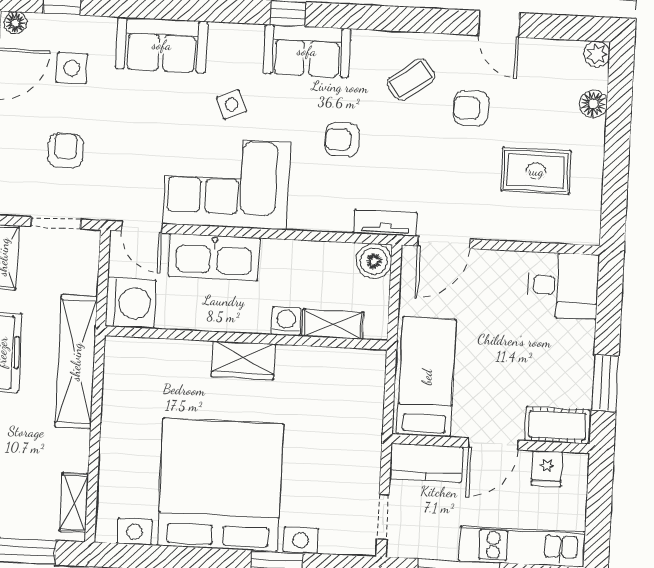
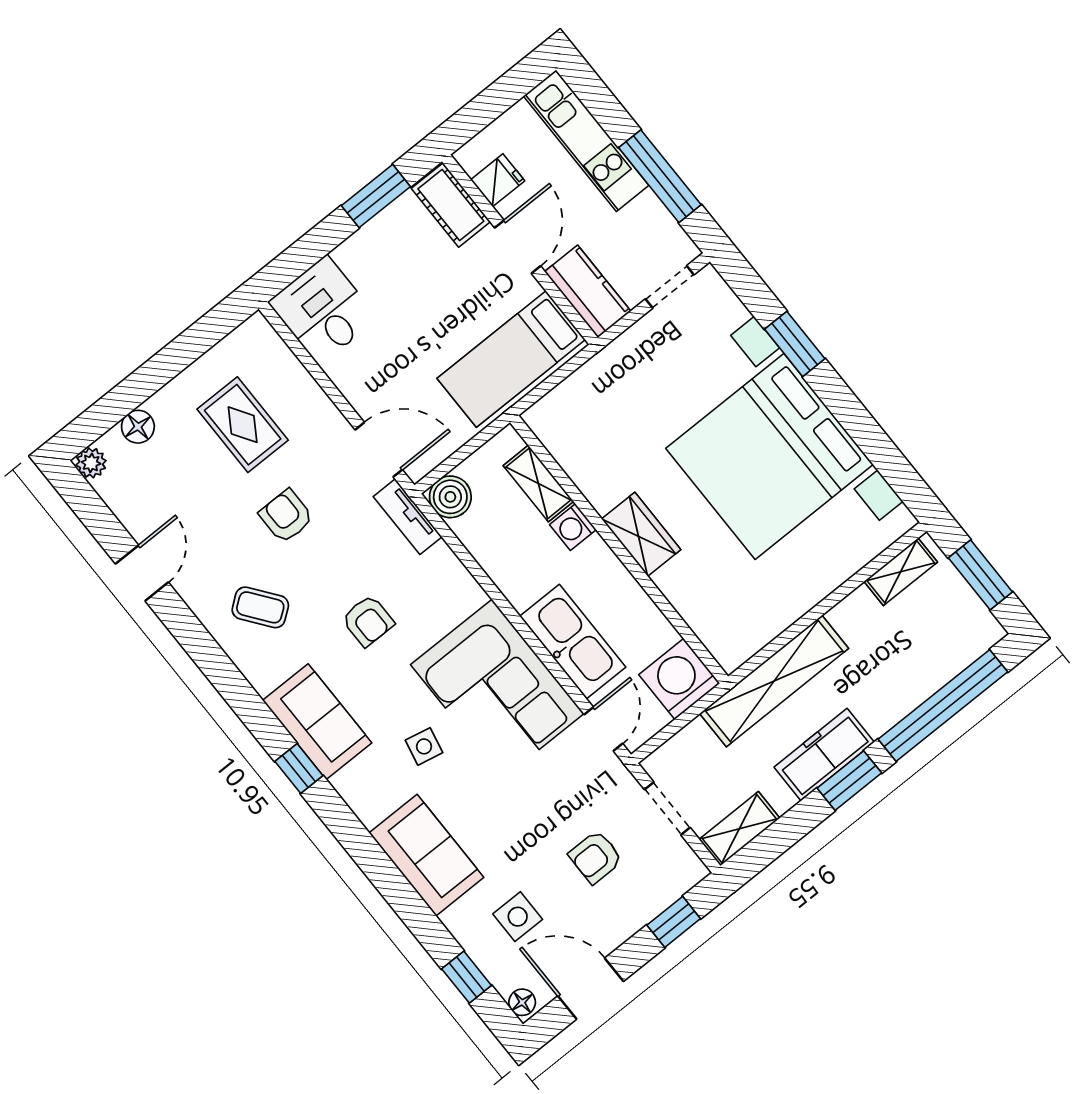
side table: (231, 104) -> (424, 746), turned 35
armchair: (471, 108) -> (286, 516), moved, turned 180
door: (493, 444) -> (518, 247), hinge flipped

